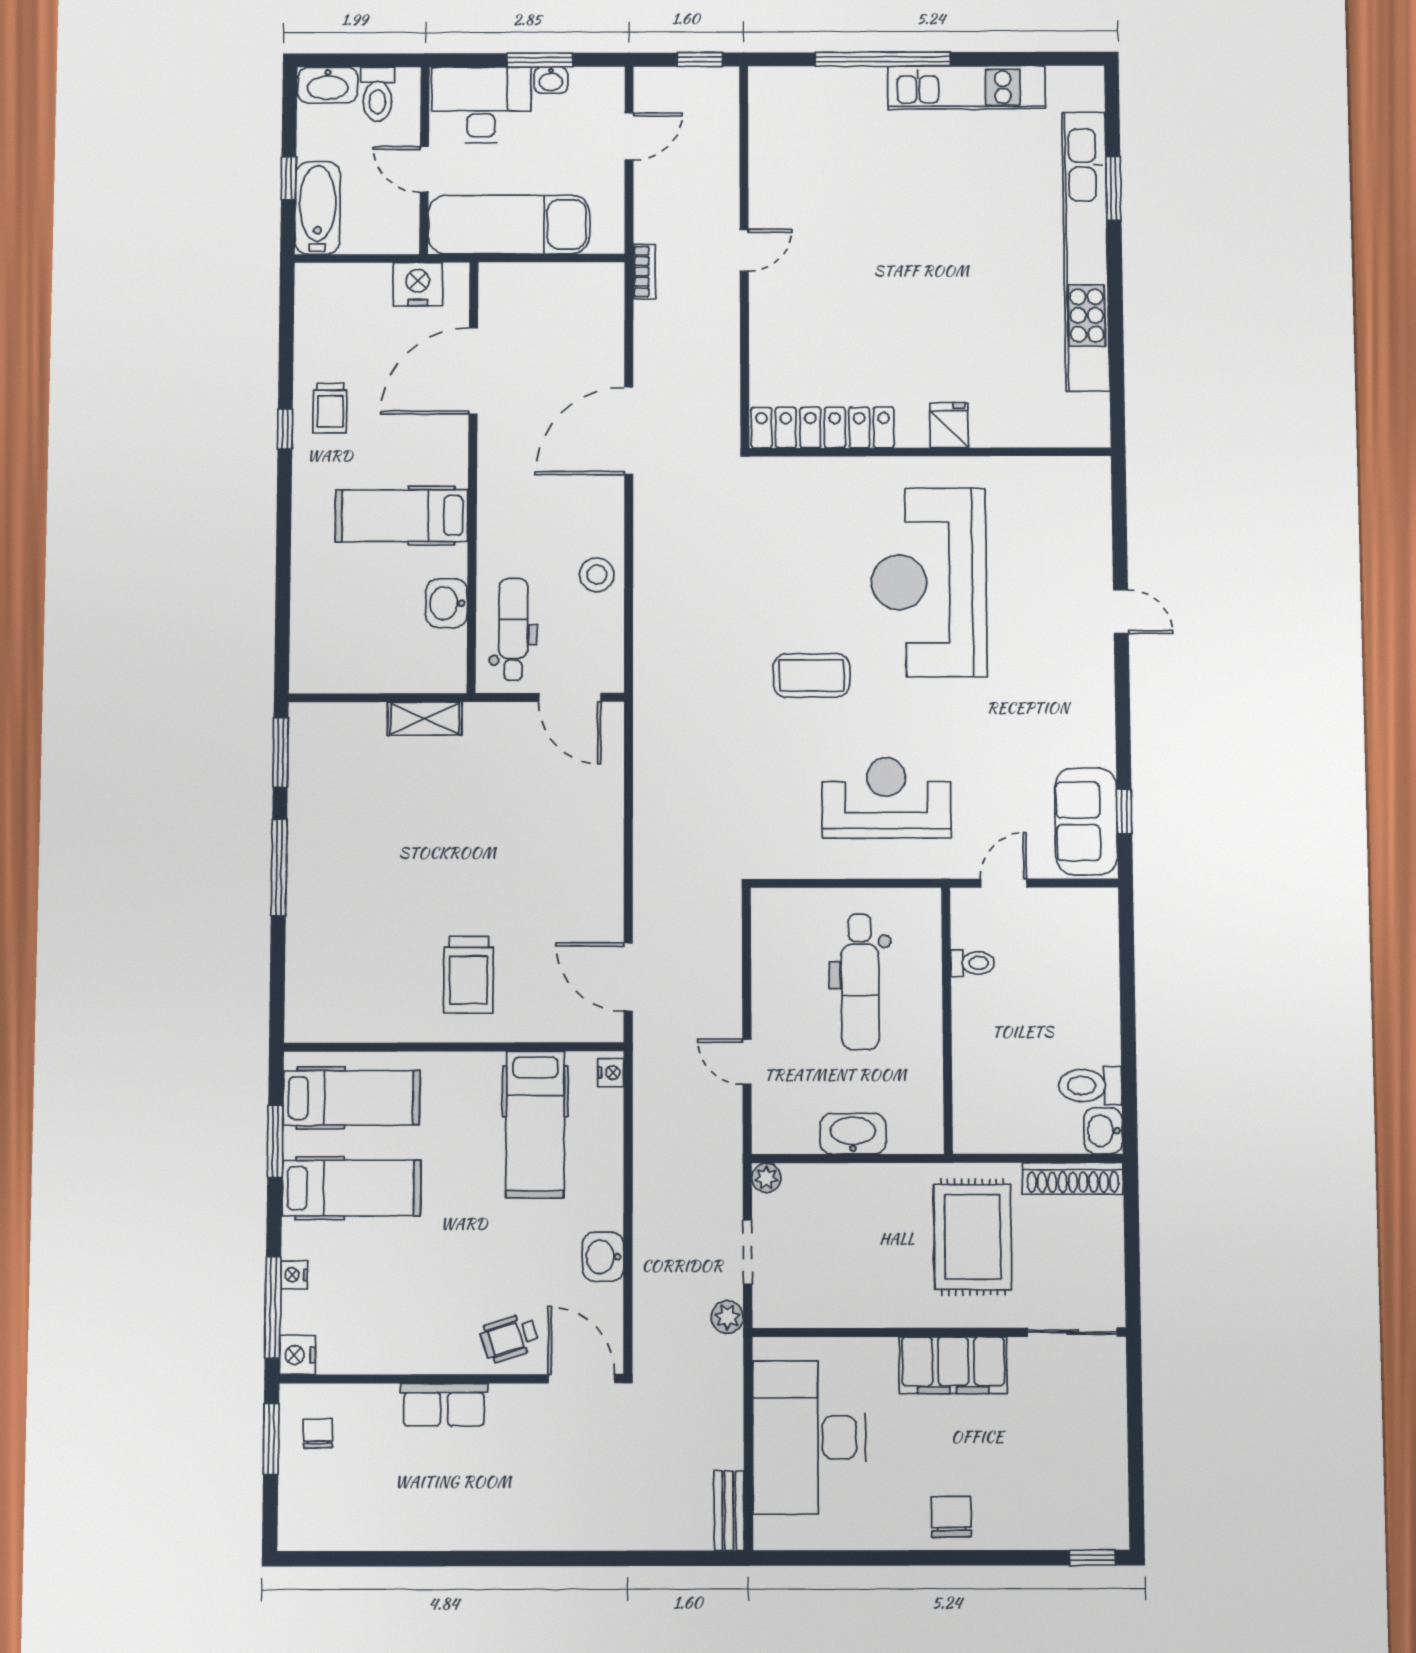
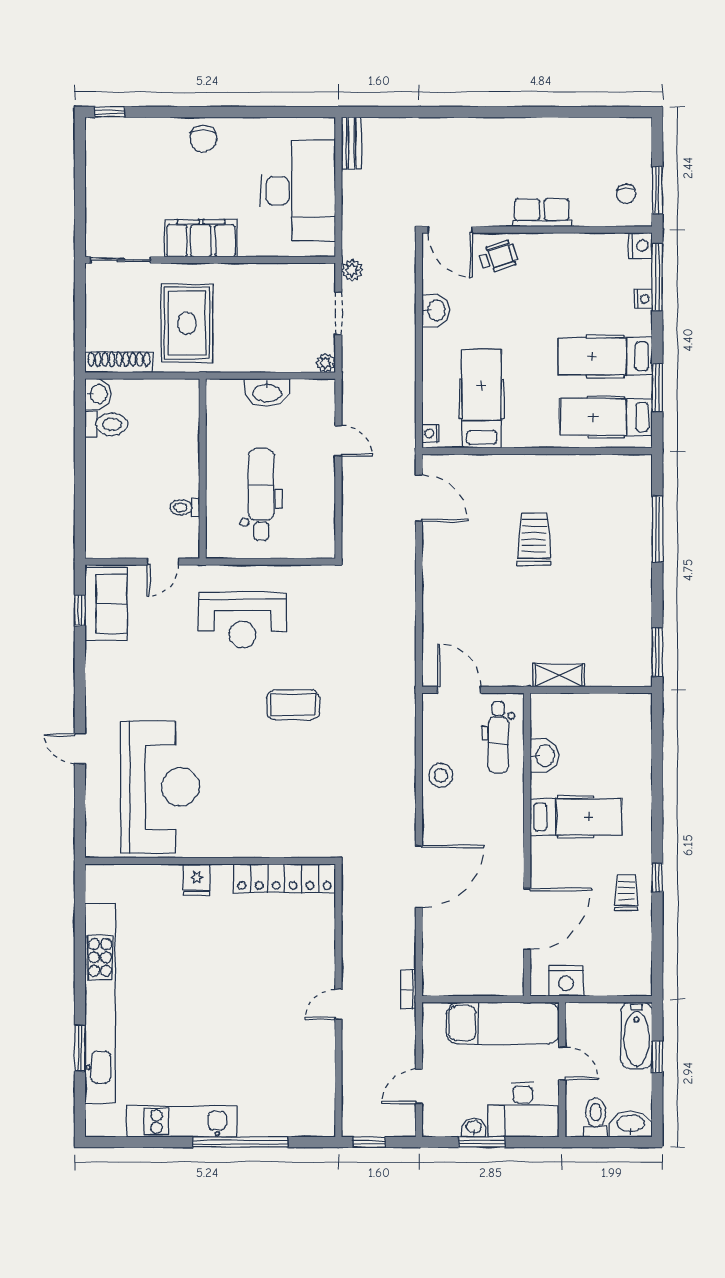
reception desk: (929, 582) -> (160, 787), moved
window: (279, 867) -> (657, 529), moved
trolley: (469, 975) -> (534, 539), moved

